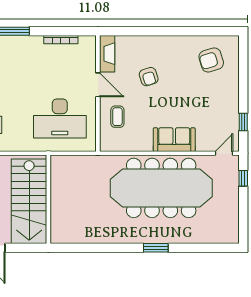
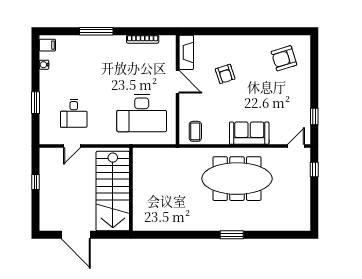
coffee table: (117, 117) -> (195, 131), moved
meeting table: (161, 188) -> (237, 179), width x0.73, depth x0.79

